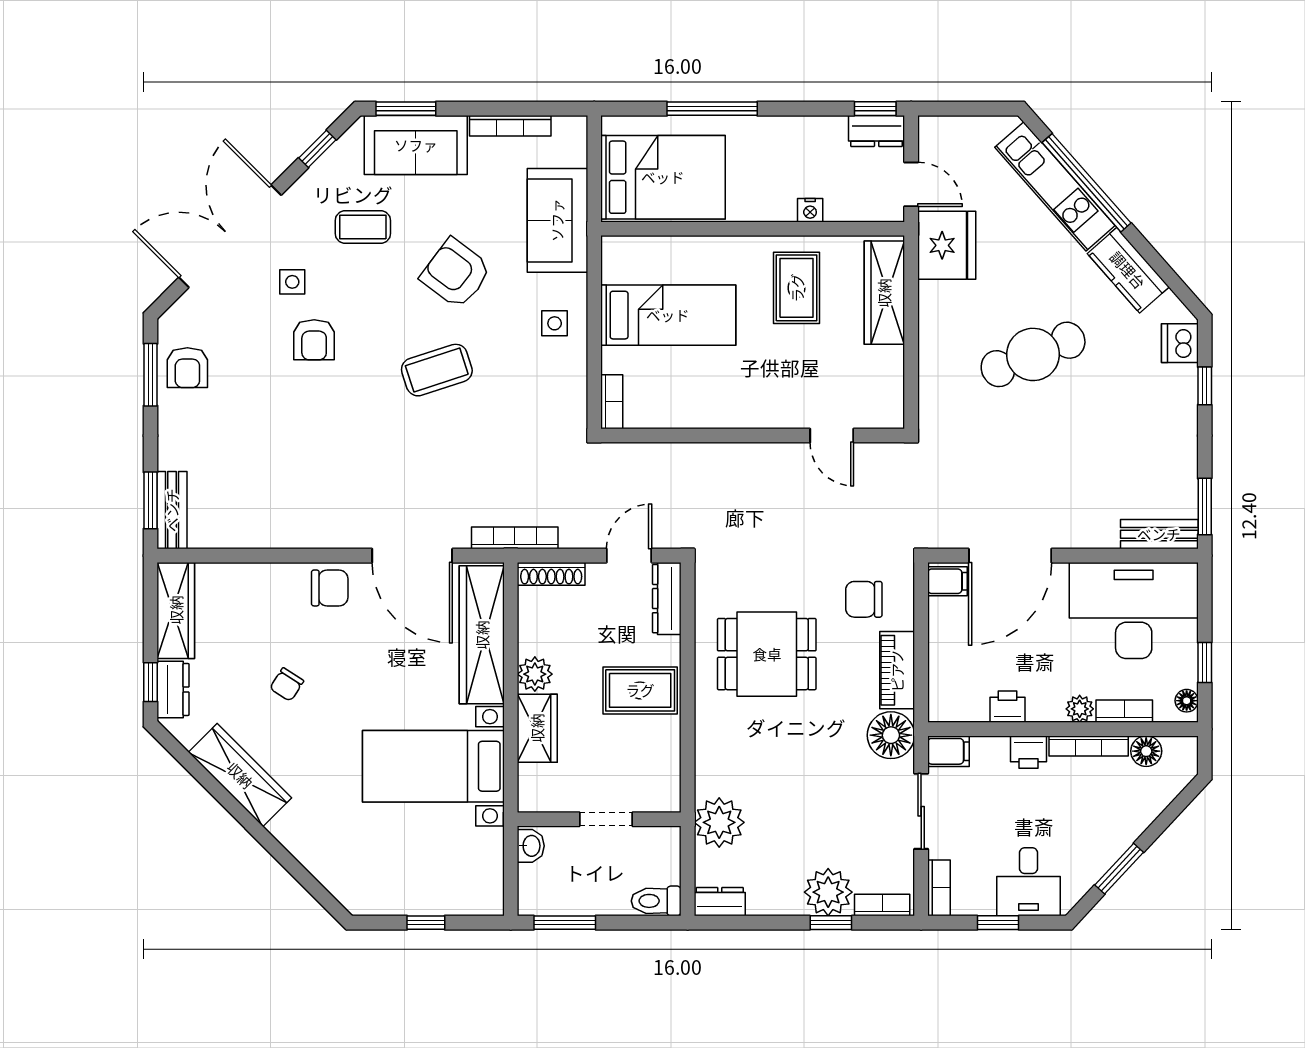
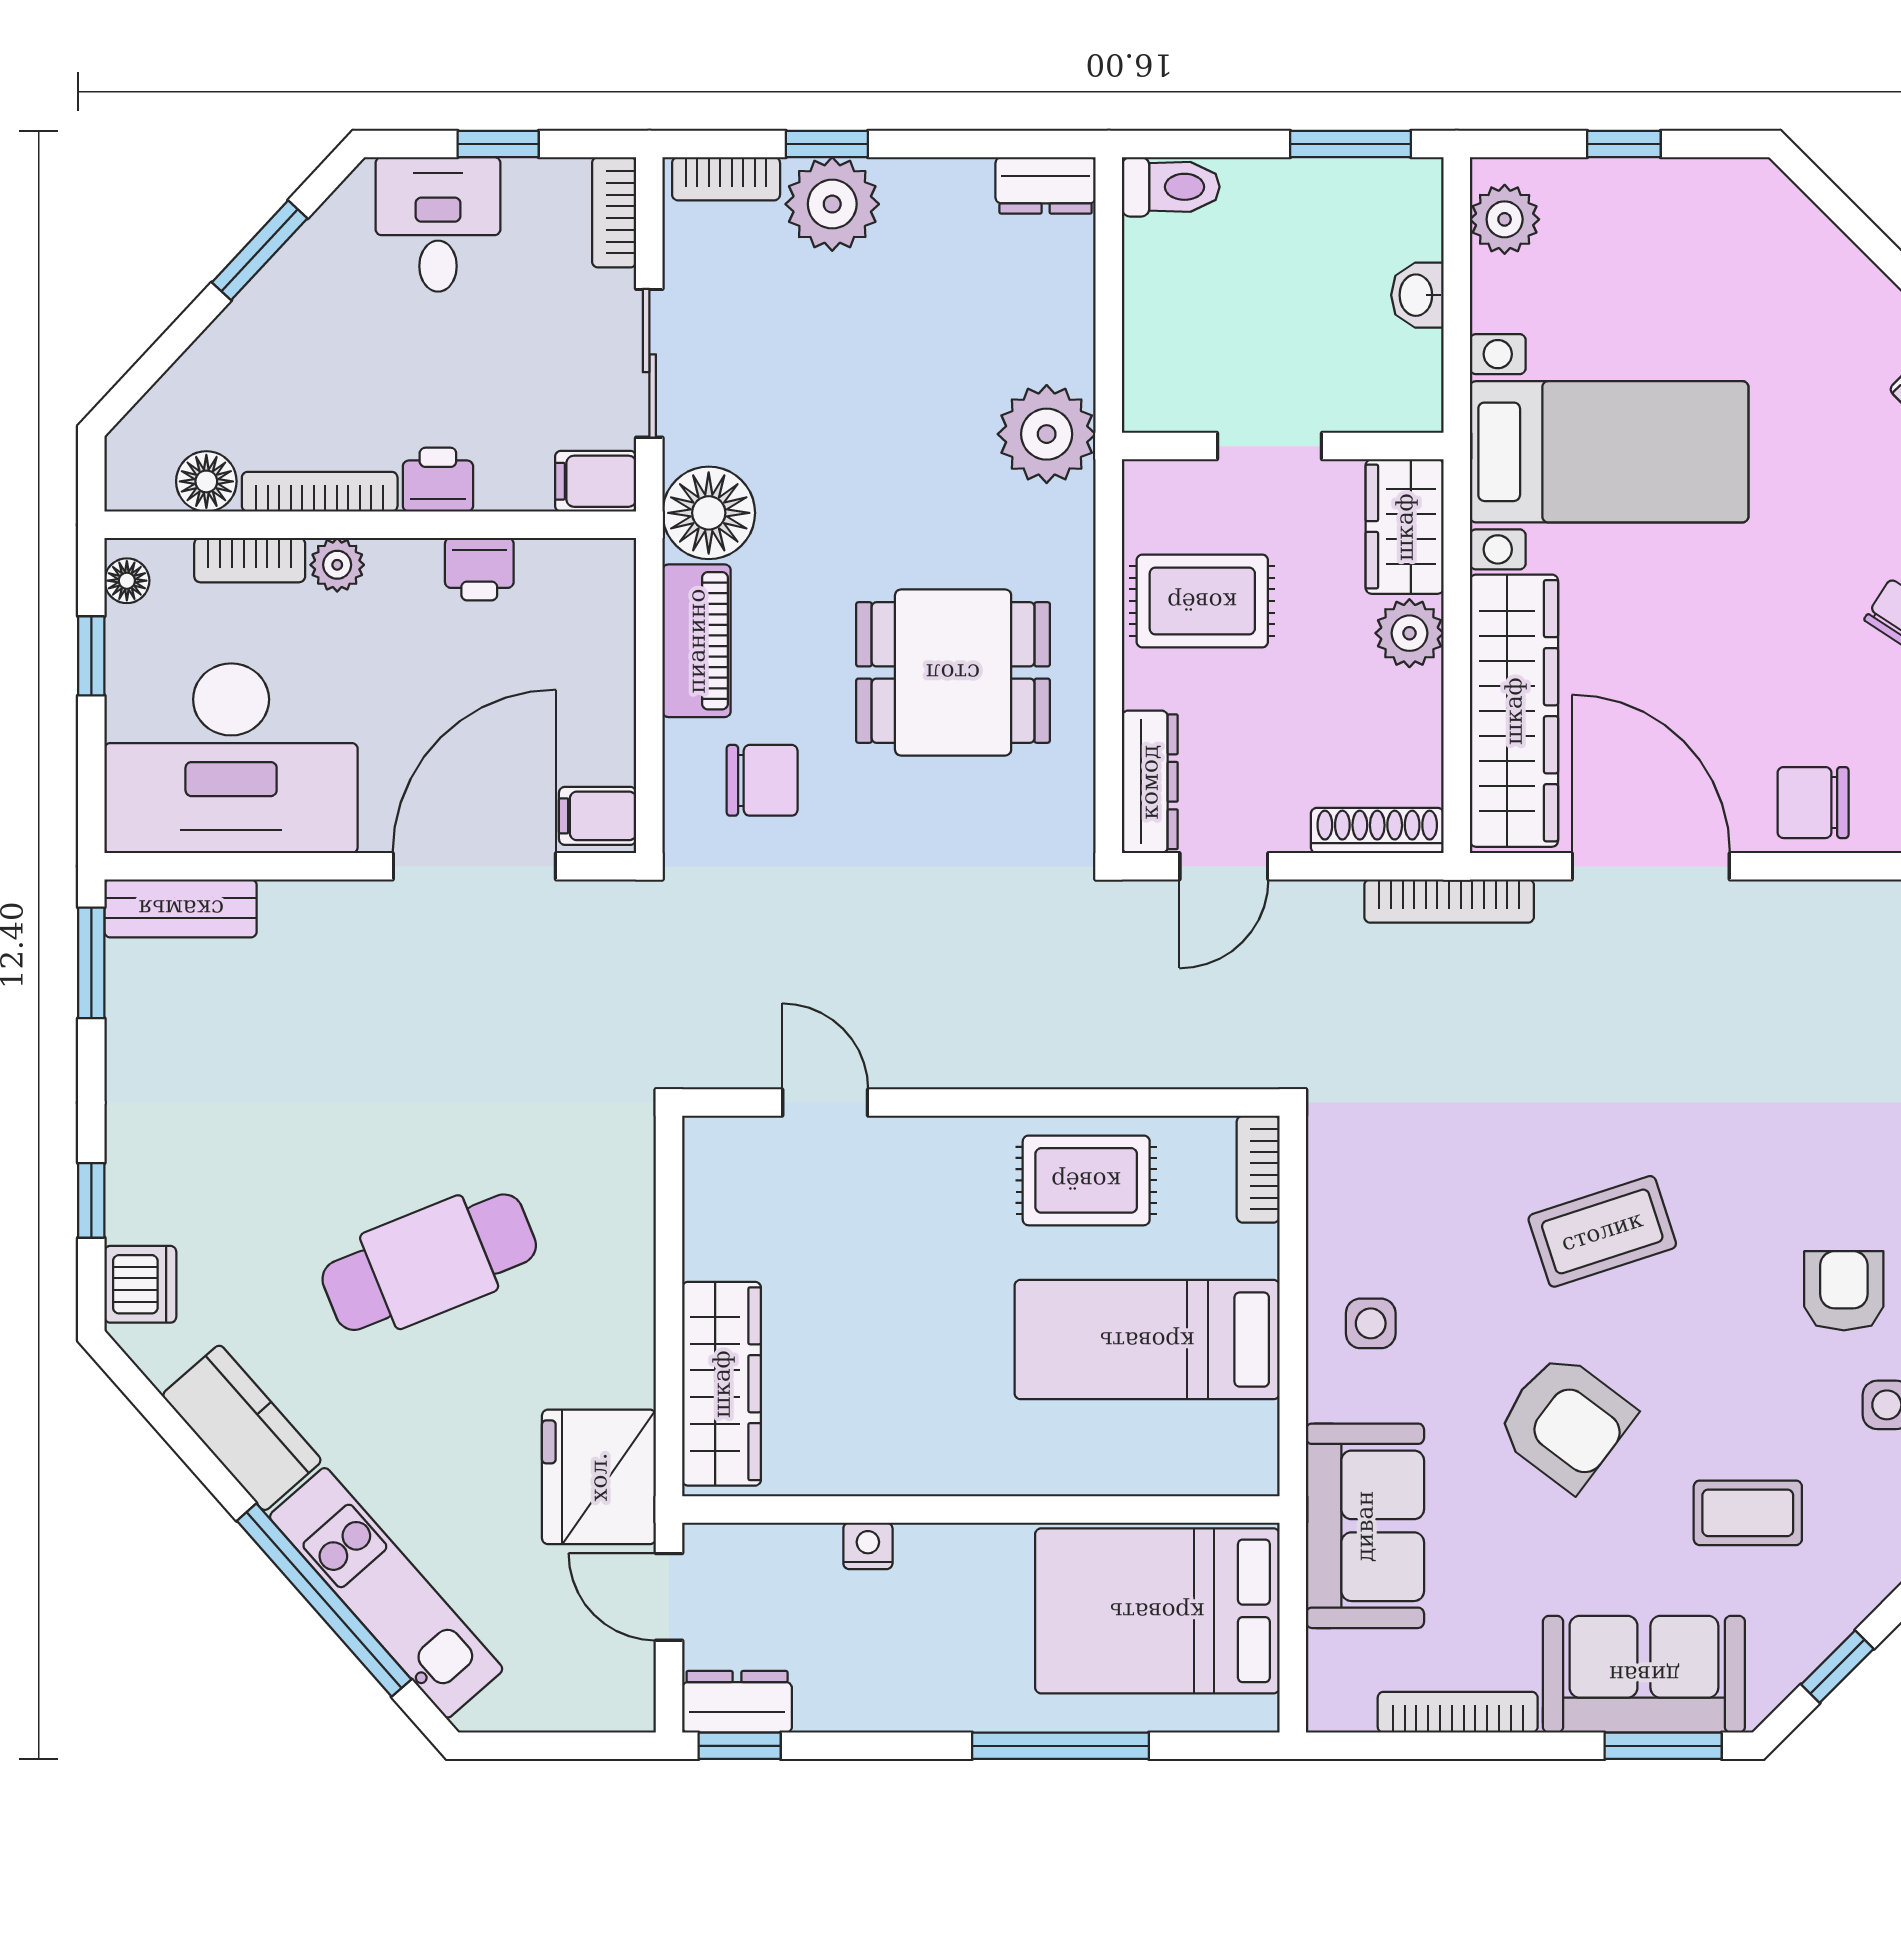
rug: (797, 288) -> (1086, 1180), moved, turned 90
wall: (599, 819) -> (1283, 446), moved
doorway: (606, 819) -> (1269, 446), moved
plant: (719, 822) -> (1047, 434), moved
plant: (487, 884) -> (1505, 219), added

